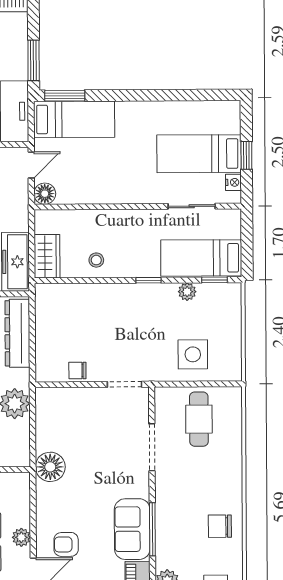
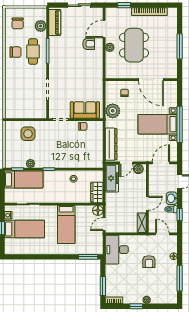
window: (34, 60) -> (103, 286), moved
bed: (74, 119) -> (66, 224), moved, turned -90
wardrobe: (47, 256) -> (97, 192), moved
cafe table: (199, 419) -> (33, 51), moved
floor lamp: (50, 467) -> (96, 81), removed
sofa: (132, 529) -> (85, 110), moved, turned -90

